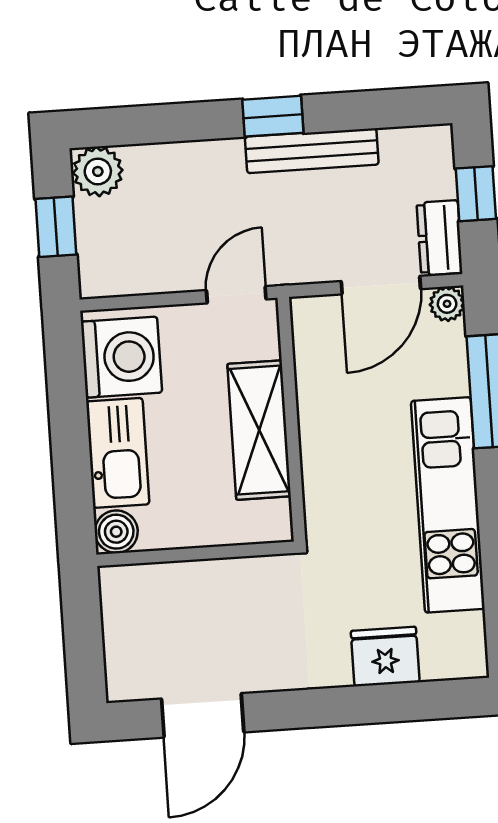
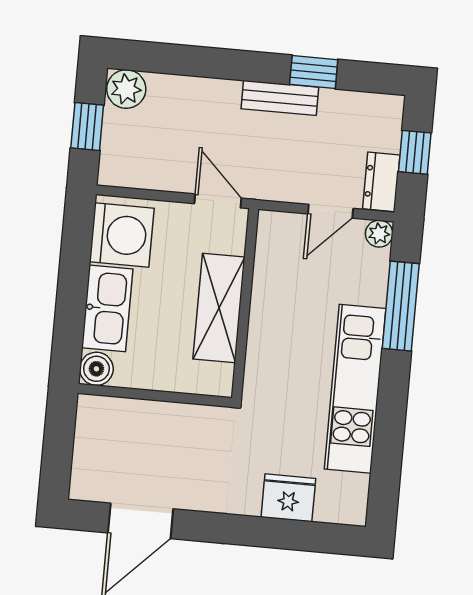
window: (273, 116) -> (314, 72), moved
bench: (312, 151) -> (280, 98), width x0.73
door: (381, 285) -> (330, 211), width x0.73
door: (236, 295) -> (218, 201), hinge flipped

